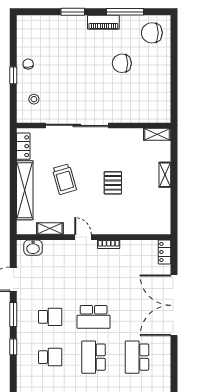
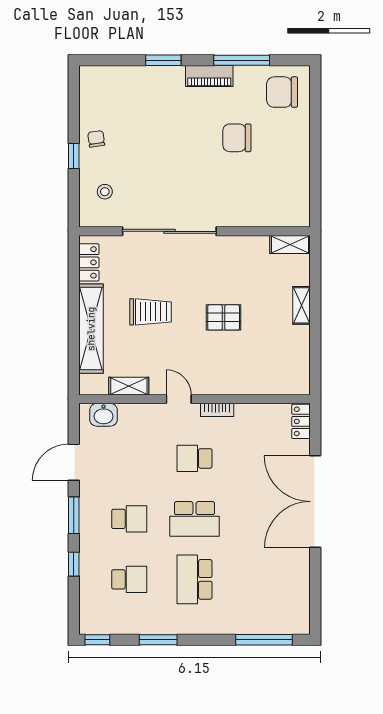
trolley: (64, 179) -> (151, 312), turned -74
pallet: (113, 183) -> (224, 317), turned 90
school desk: (137, 357) -> (194, 458), moved, width x0.54

